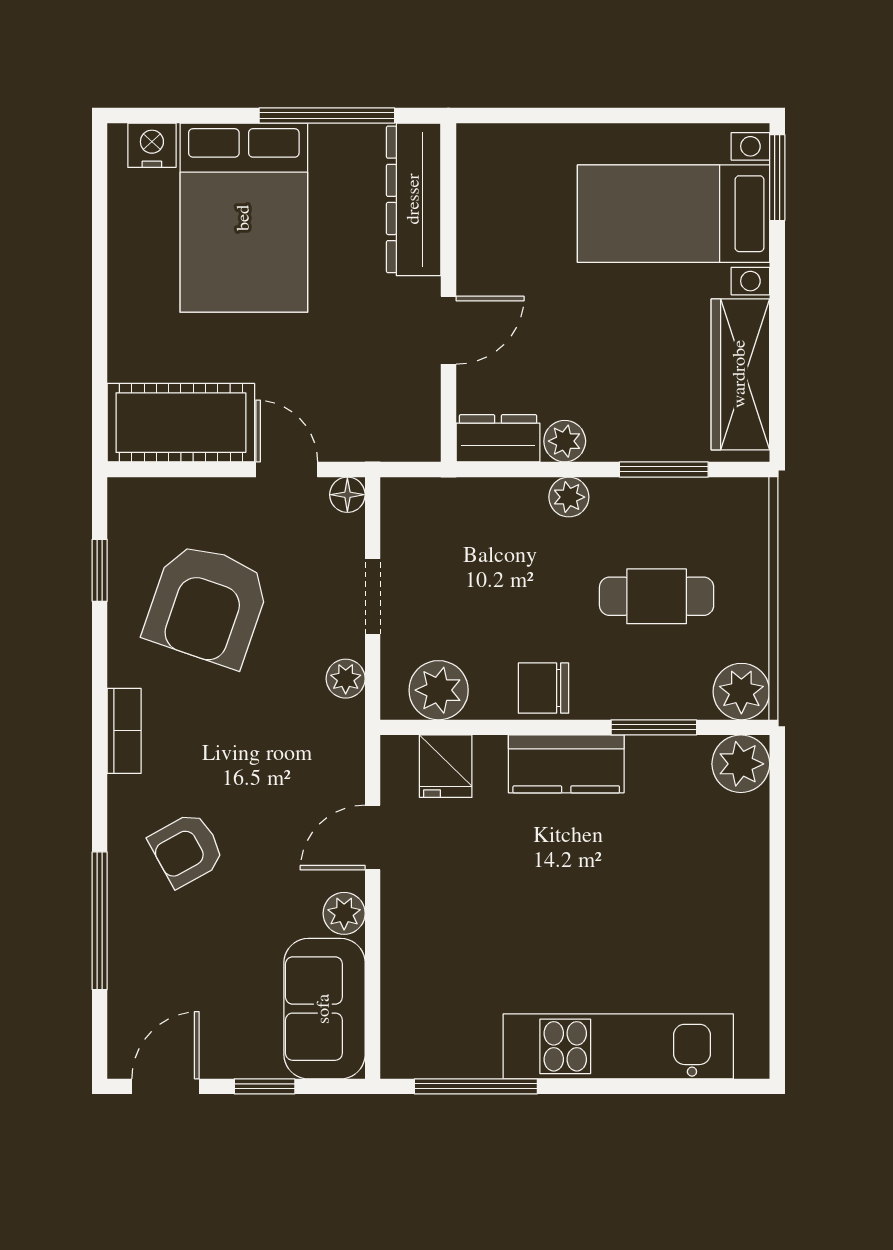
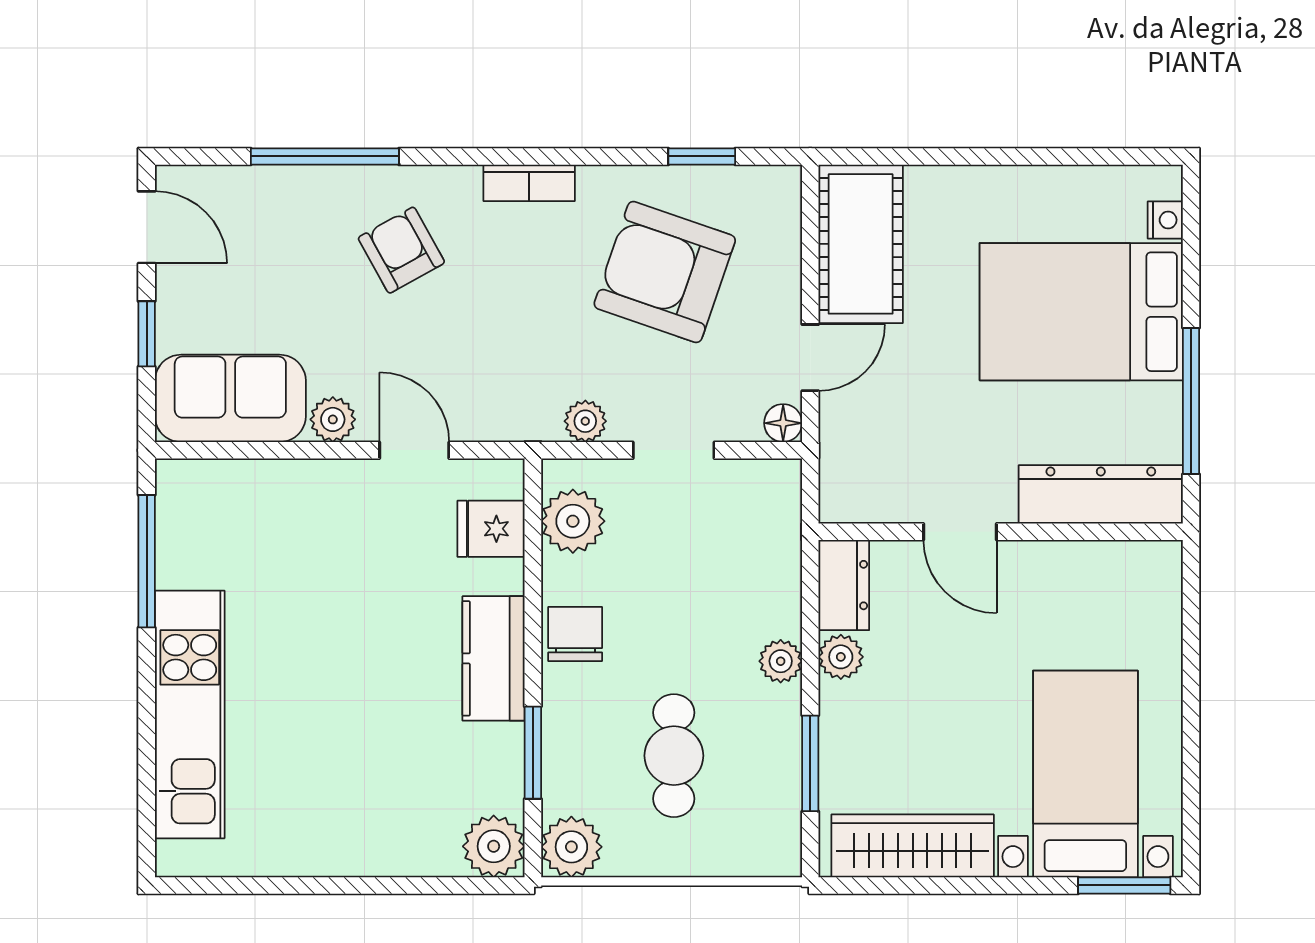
nightstand: (152, 145) -> (1165, 220), width x0.72, depth x0.74

